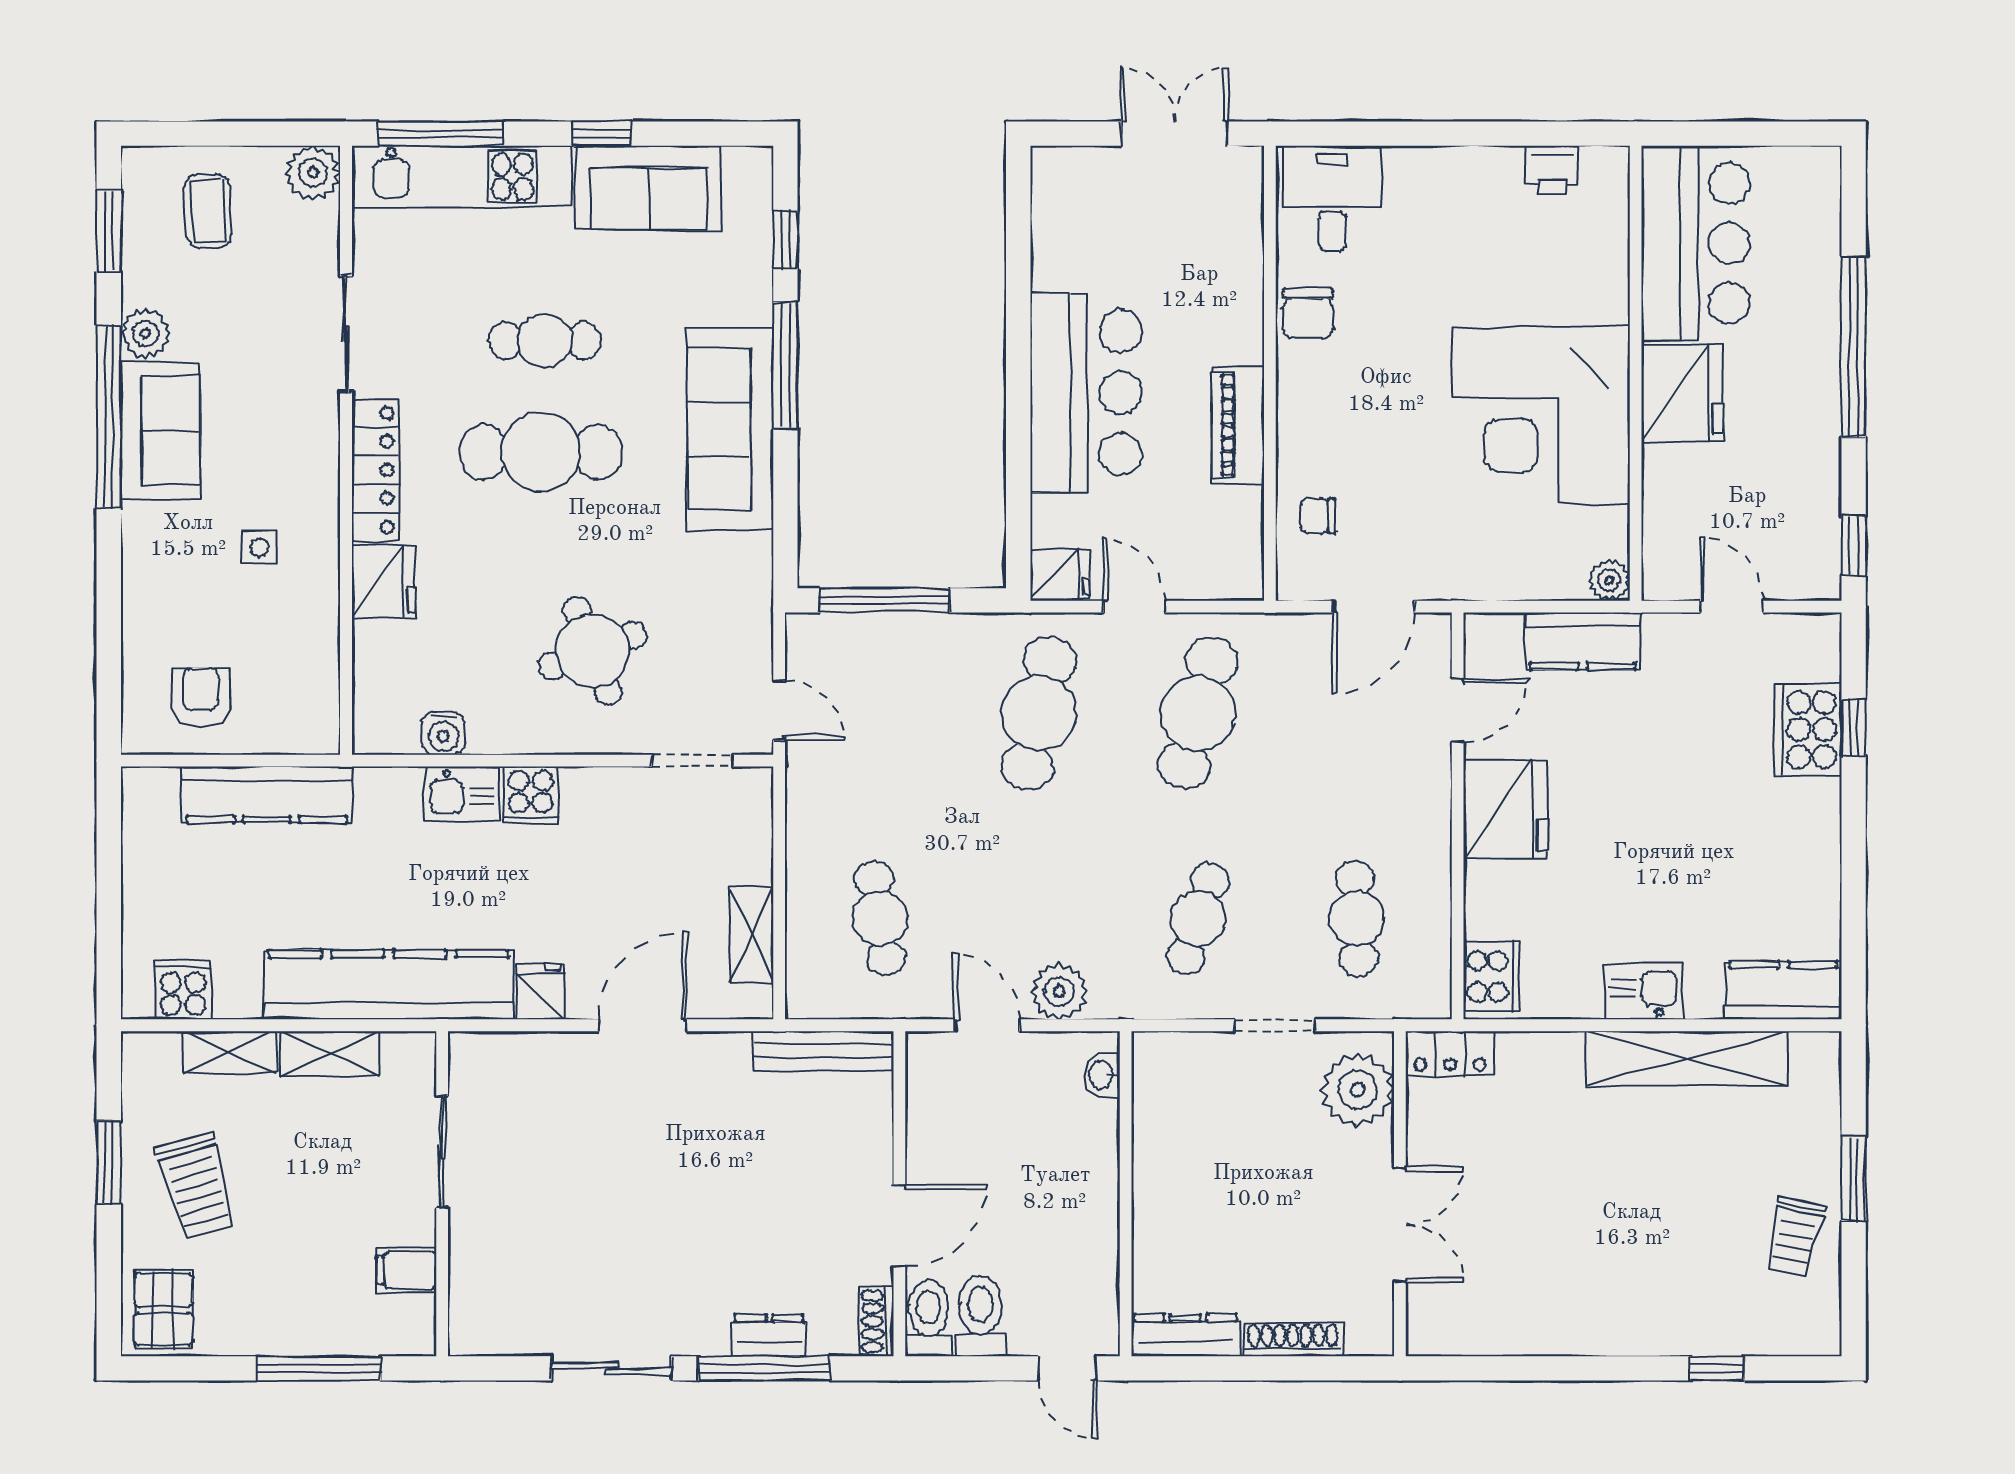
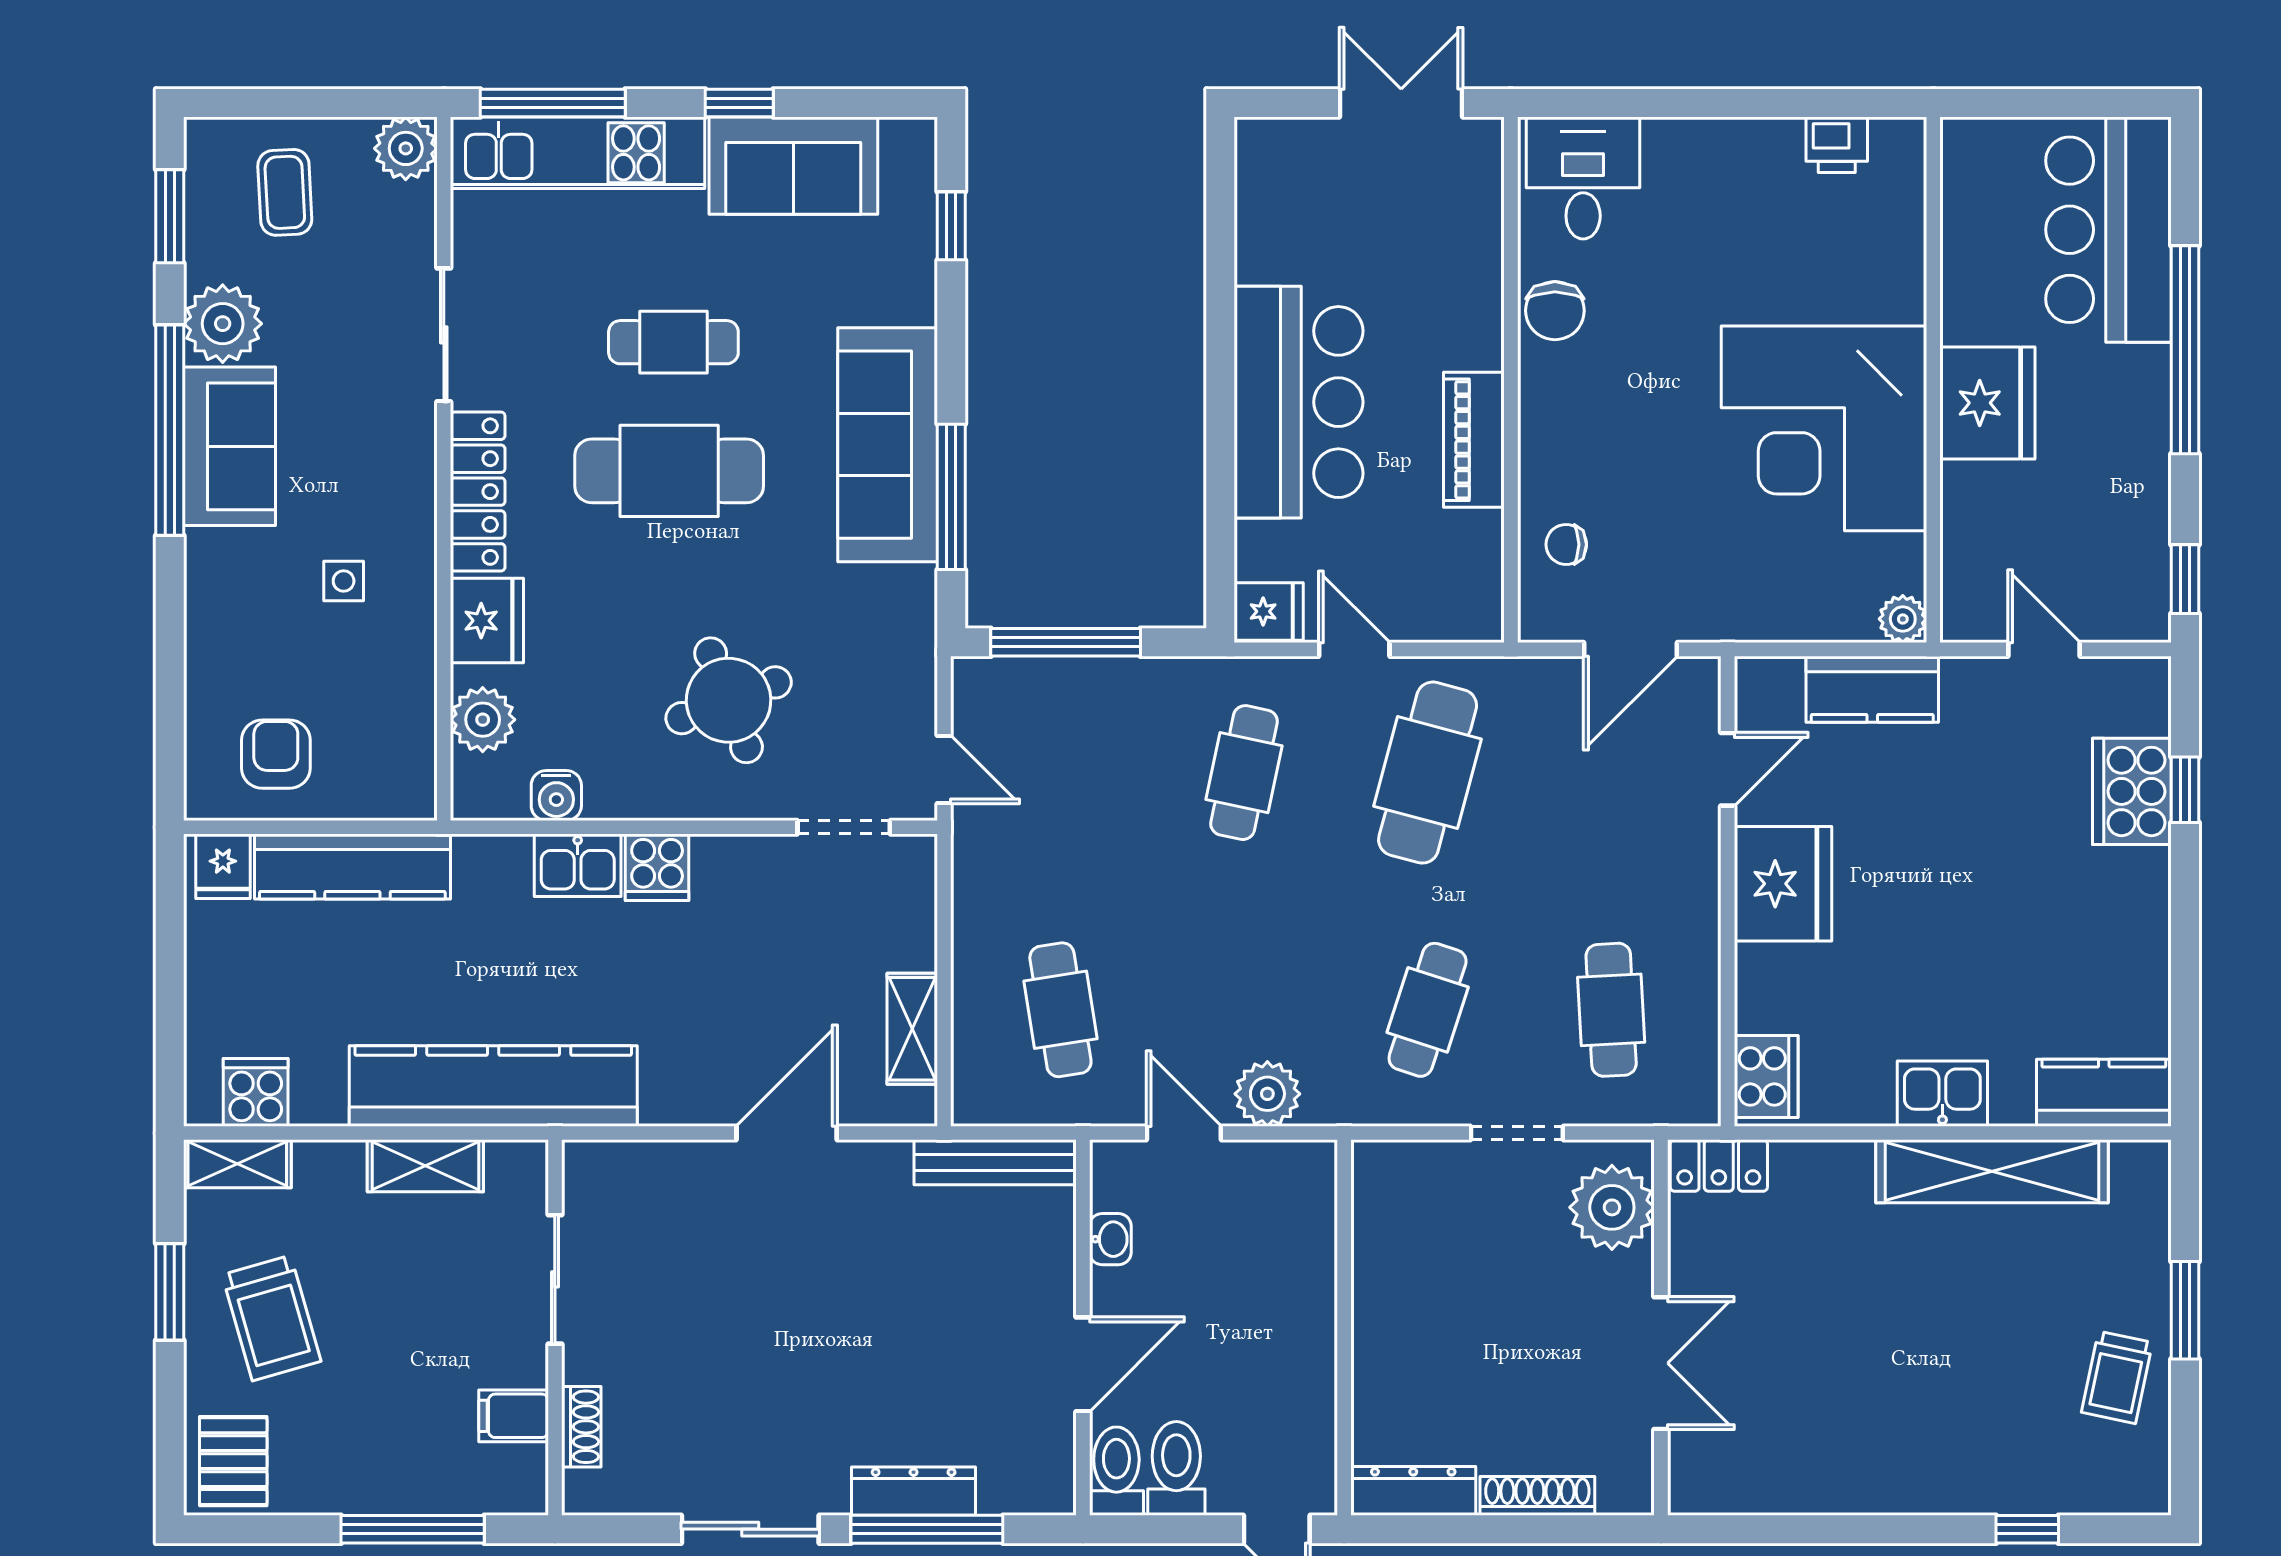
bar counter: (1696, 243) -> (2108, 230), moved, turned 180
plant: (145, 333) -> (223, 324), width x1.36, depth x1.36
window: (785, 365) -> (951, 497), moved
plant: (380, 667) -> (483, 720), added
cafe table: (1039, 713) -> (1244, 773), width x0.73, depth x0.74
fridge: (541, 991) -> (223, 866), moved, turned 180
shelving: (230, 1052) -> (237, 1164), moved
washbasin: (1102, 1075) -> (1110, 1239), moved, turned 180
shoe rack: (877, 1321) -> (581, 1427), moved, turned 180
dresser: (769, 1335) -> (914, 1491), width x1.44

